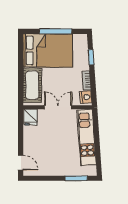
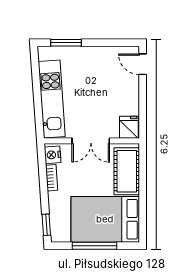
window: (91, 57) -> (46, 225), moved

